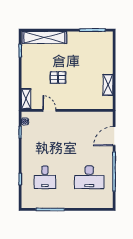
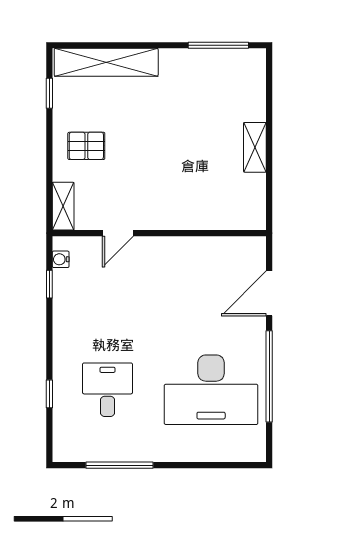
pallet: (58, 78) -> (86, 146), moved
shelving: (108, 85) -> (255, 147), moved
door: (49, 110) -> (118, 233), swing flipped
desk: (45, 177) -> (108, 390), turned 180
desk: (89, 177) -> (211, 390), width x1.36, depth x1.30

